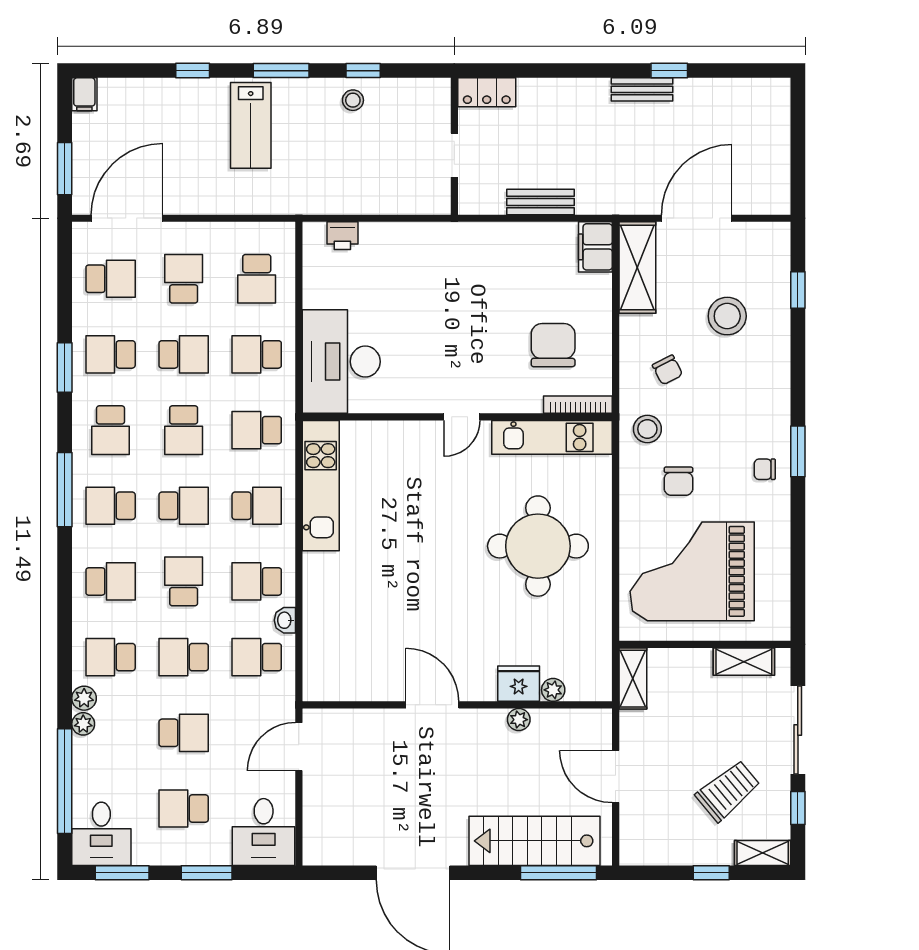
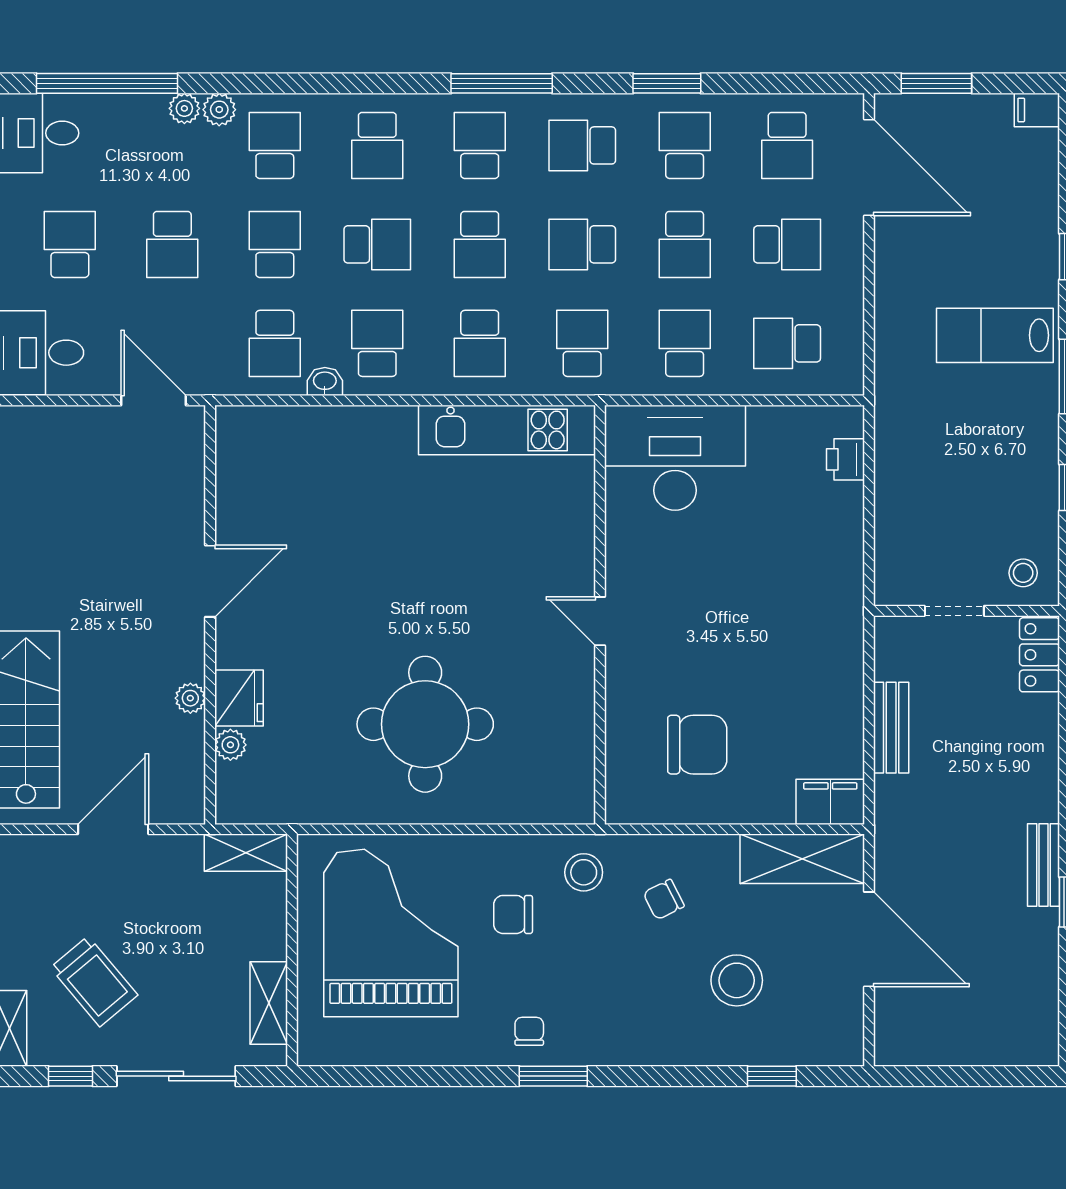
stool: (353, 100) -> (1023, 573), moved
bookcase: (578, 405) -> (617, 778), removed
kitchen unit: (552, 437) -> (572, 743), removed
school desk: (257, 657) -> (275, 343), turned 180

